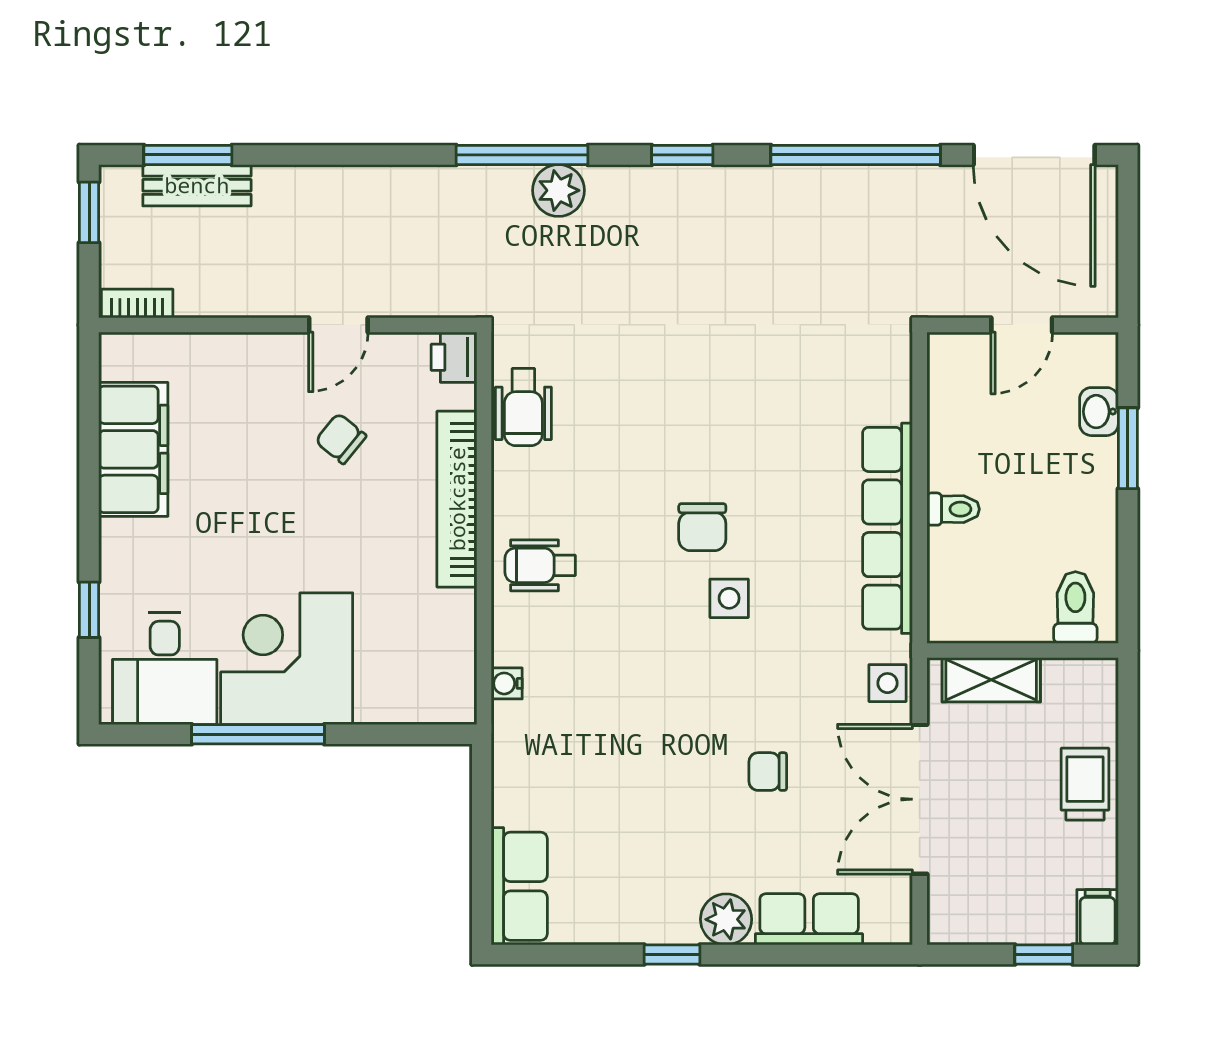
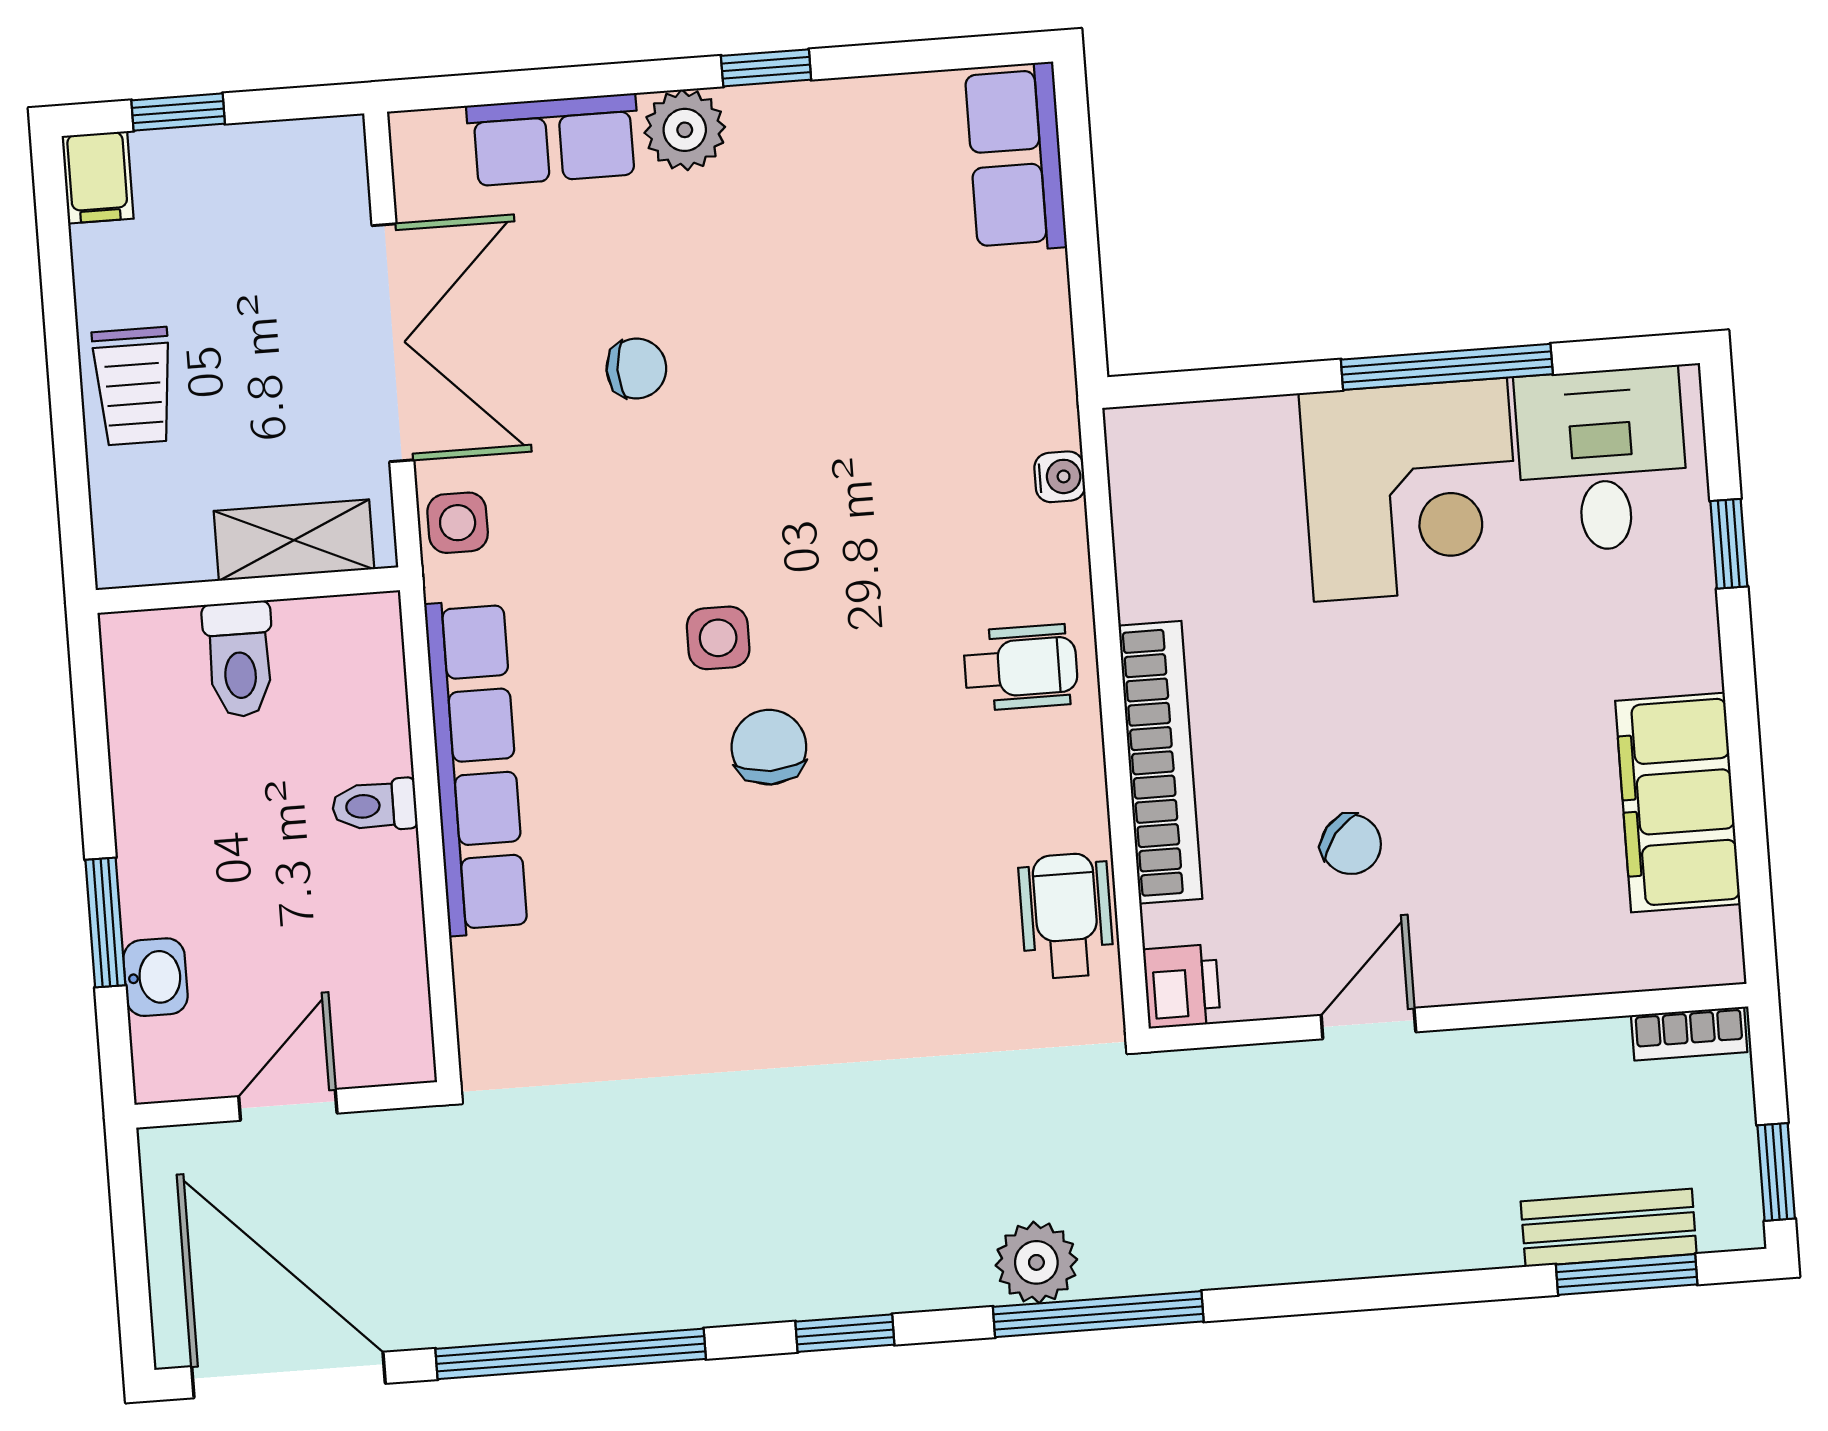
toilet: (1075, 607) -> (239, 659), moved

